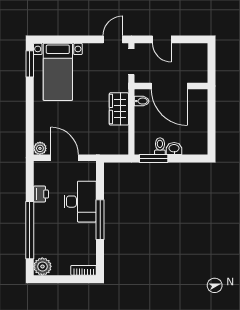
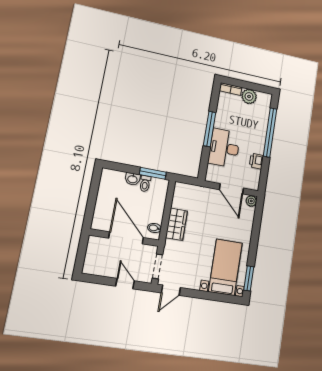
plant: (42, 266) -> (249, 96), moved

